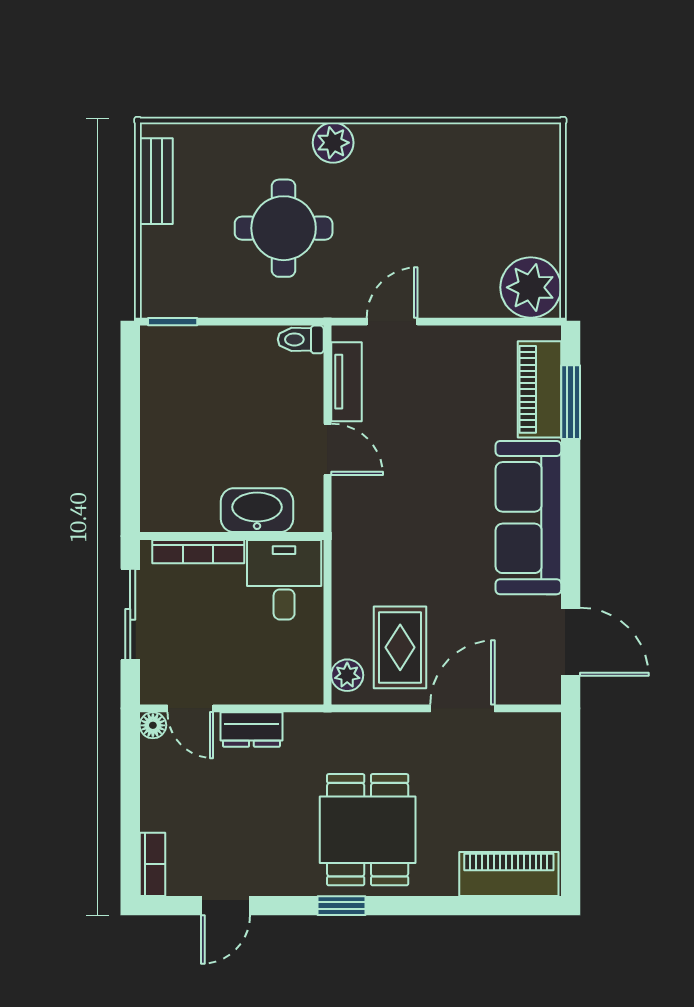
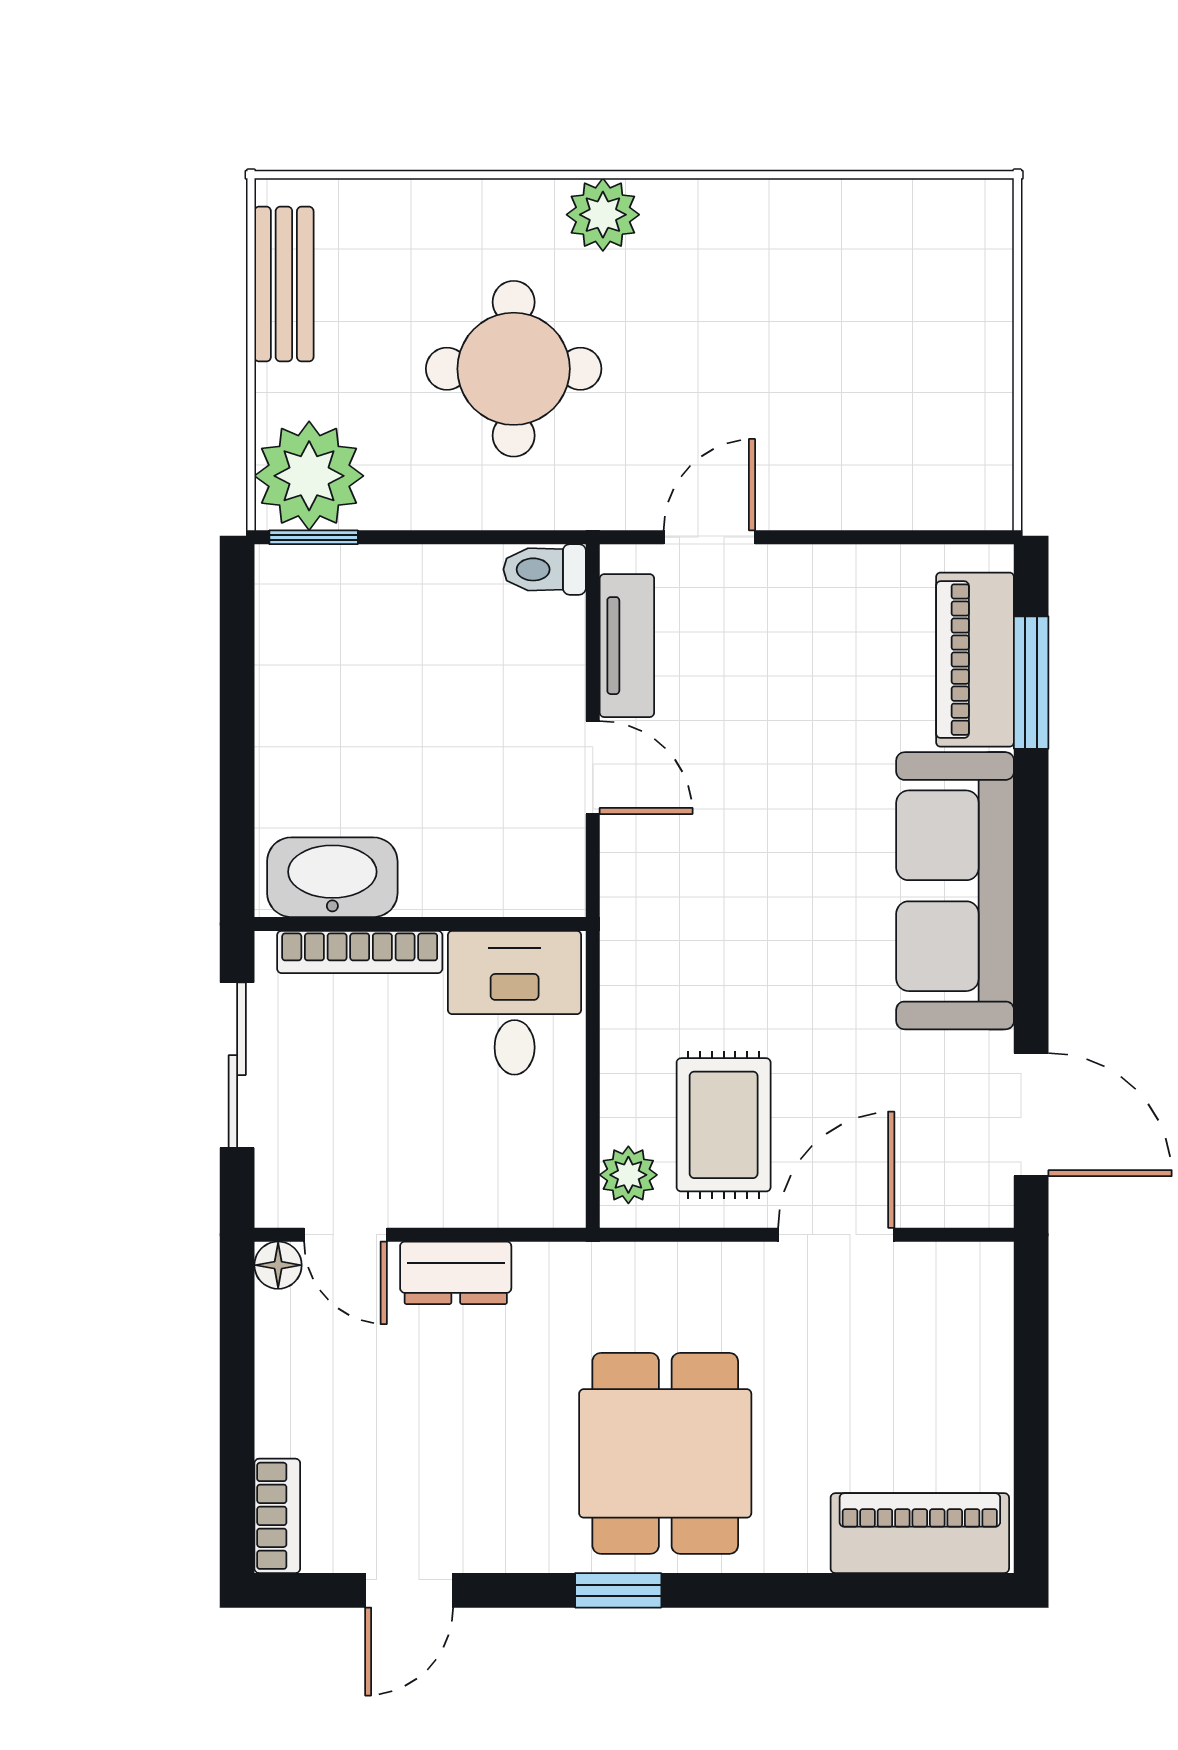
plant: (531, 287) -> (309, 476), moved
washbasin: (257, 510) -> (332, 877), moved

